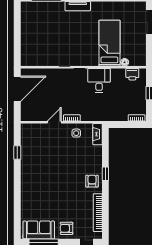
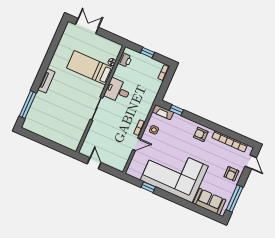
door: (17, 89) -> (94, 163), width x0.53
door: (54, 122) -> (137, 144), swing flipped
corner sofa: (42, 172) -> (174, 173), added
window: (105, 174) -> (176, 110), moved
sofa: (39, 230) -> (209, 202), moved, turned 90

